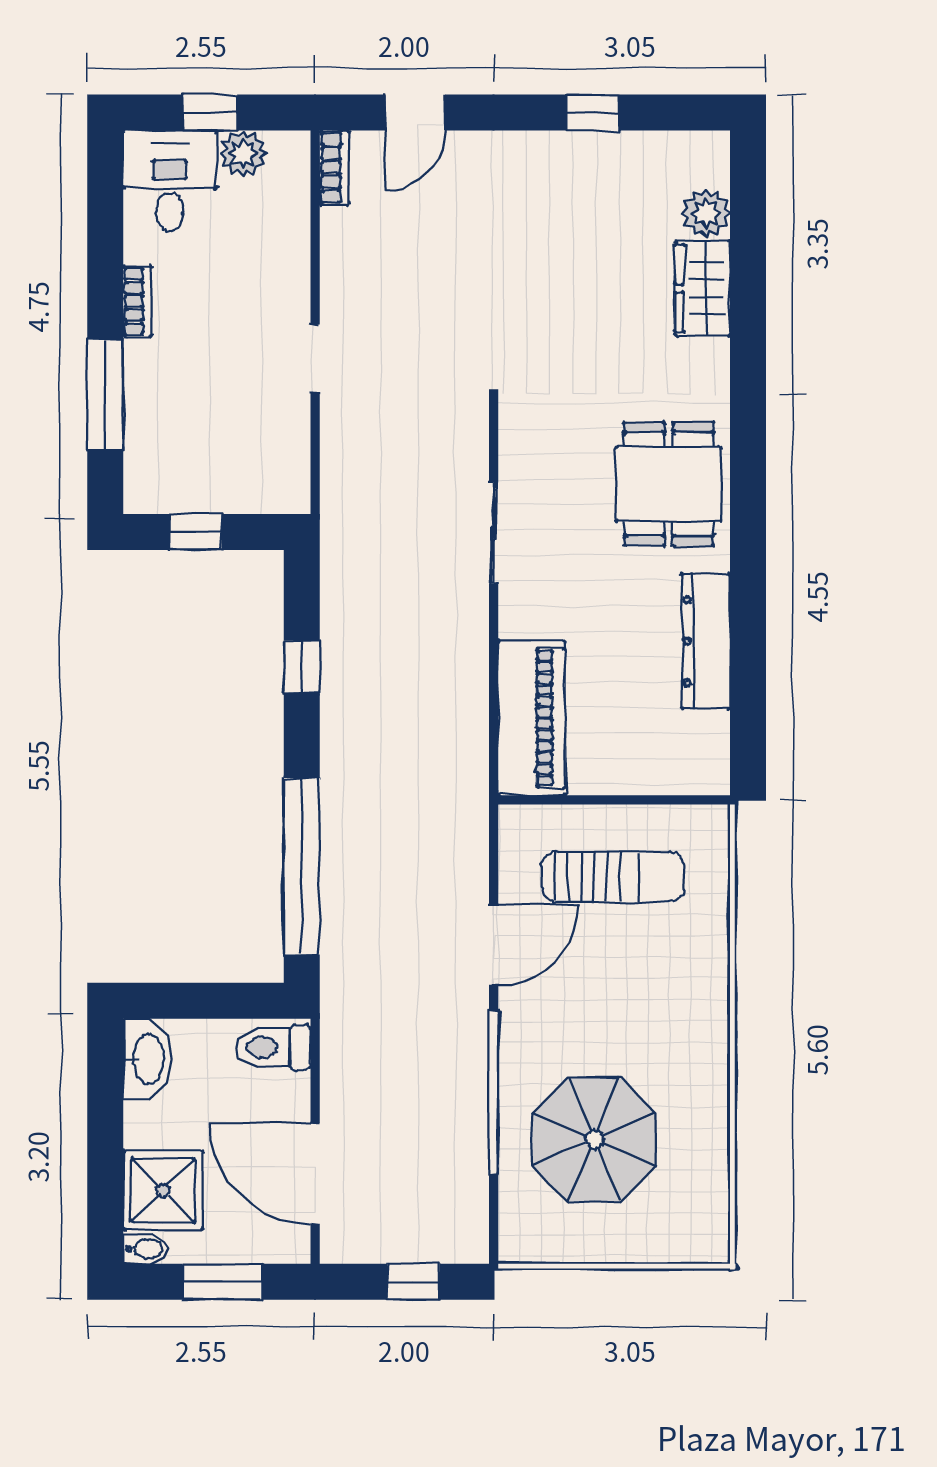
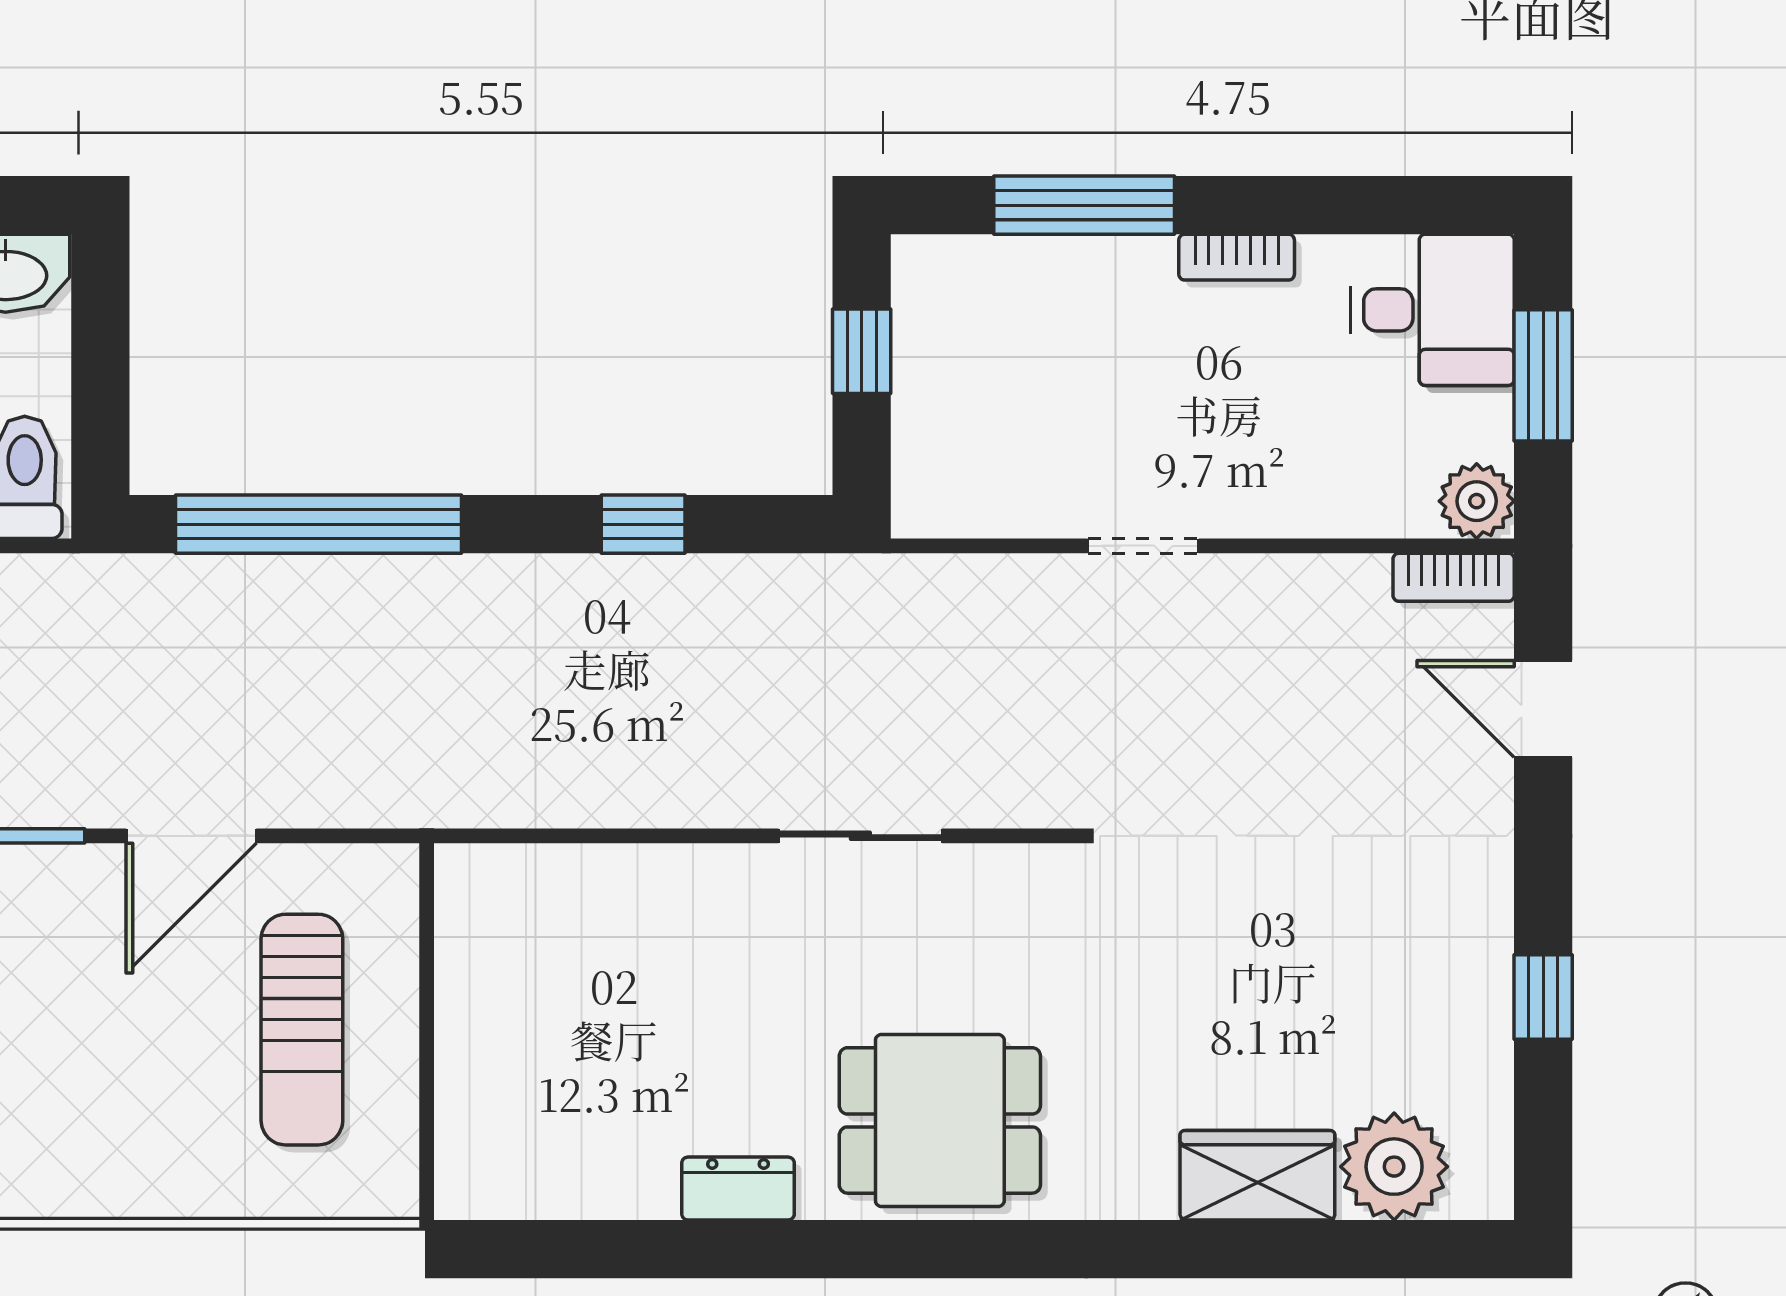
window: (210, 113) -> (1543, 375), width x1.50
plant: (243, 153) -> (1477, 501), moved
plant: (706, 213) -> (1394, 1167), width x1.36, depth x1.36
dresser: (706, 641) -> (738, 1189), width x0.51, depth x0.80
piano: (532, 718) -> (559, 898), removed
door: (494, 945) -> (191, 836), hinge flipped

